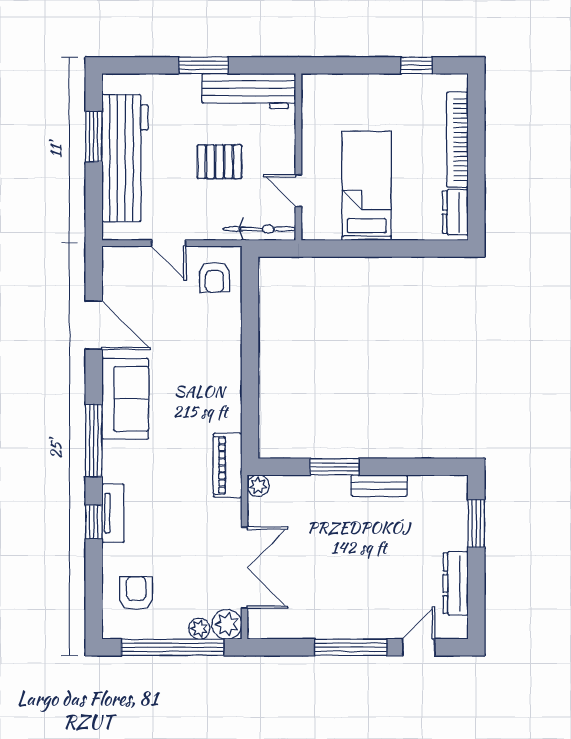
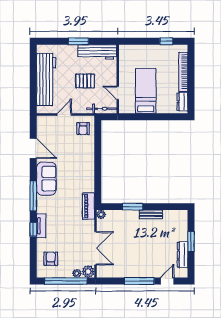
window: (94, 137) -> (33, 71), removed
door: (169, 243) -> (64, 115), swing flipped
window: (476, 523) -> (191, 242), moved

